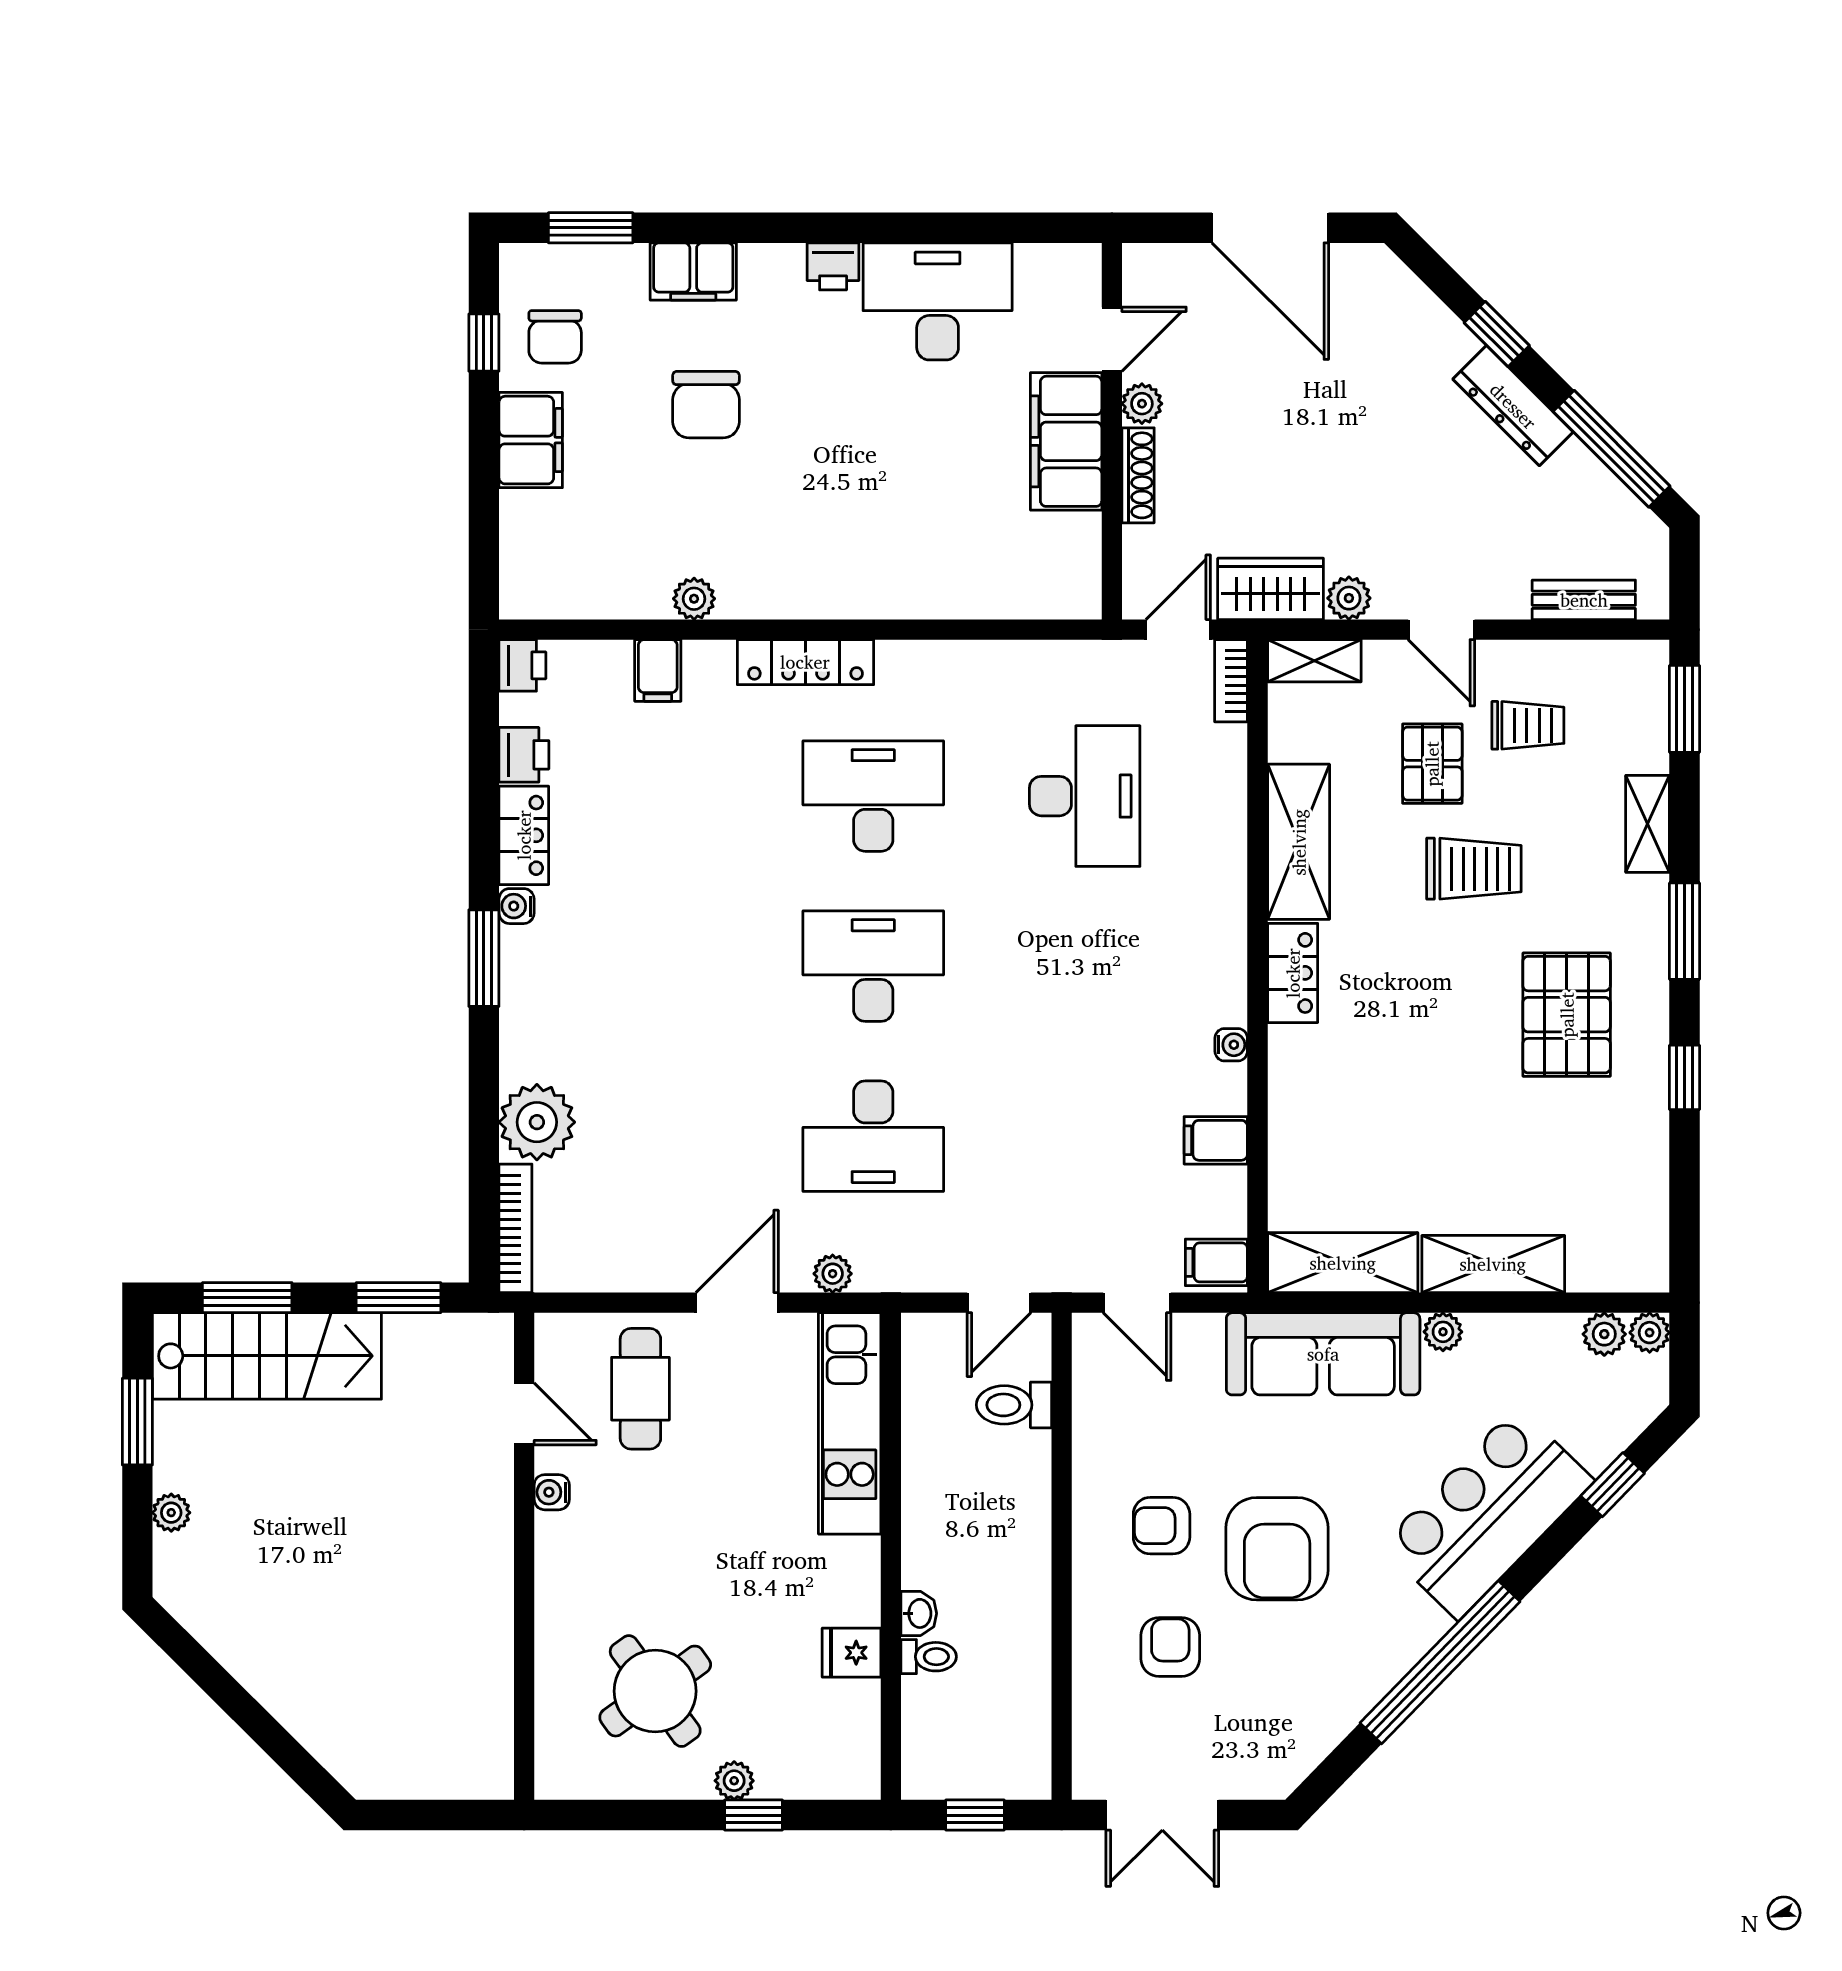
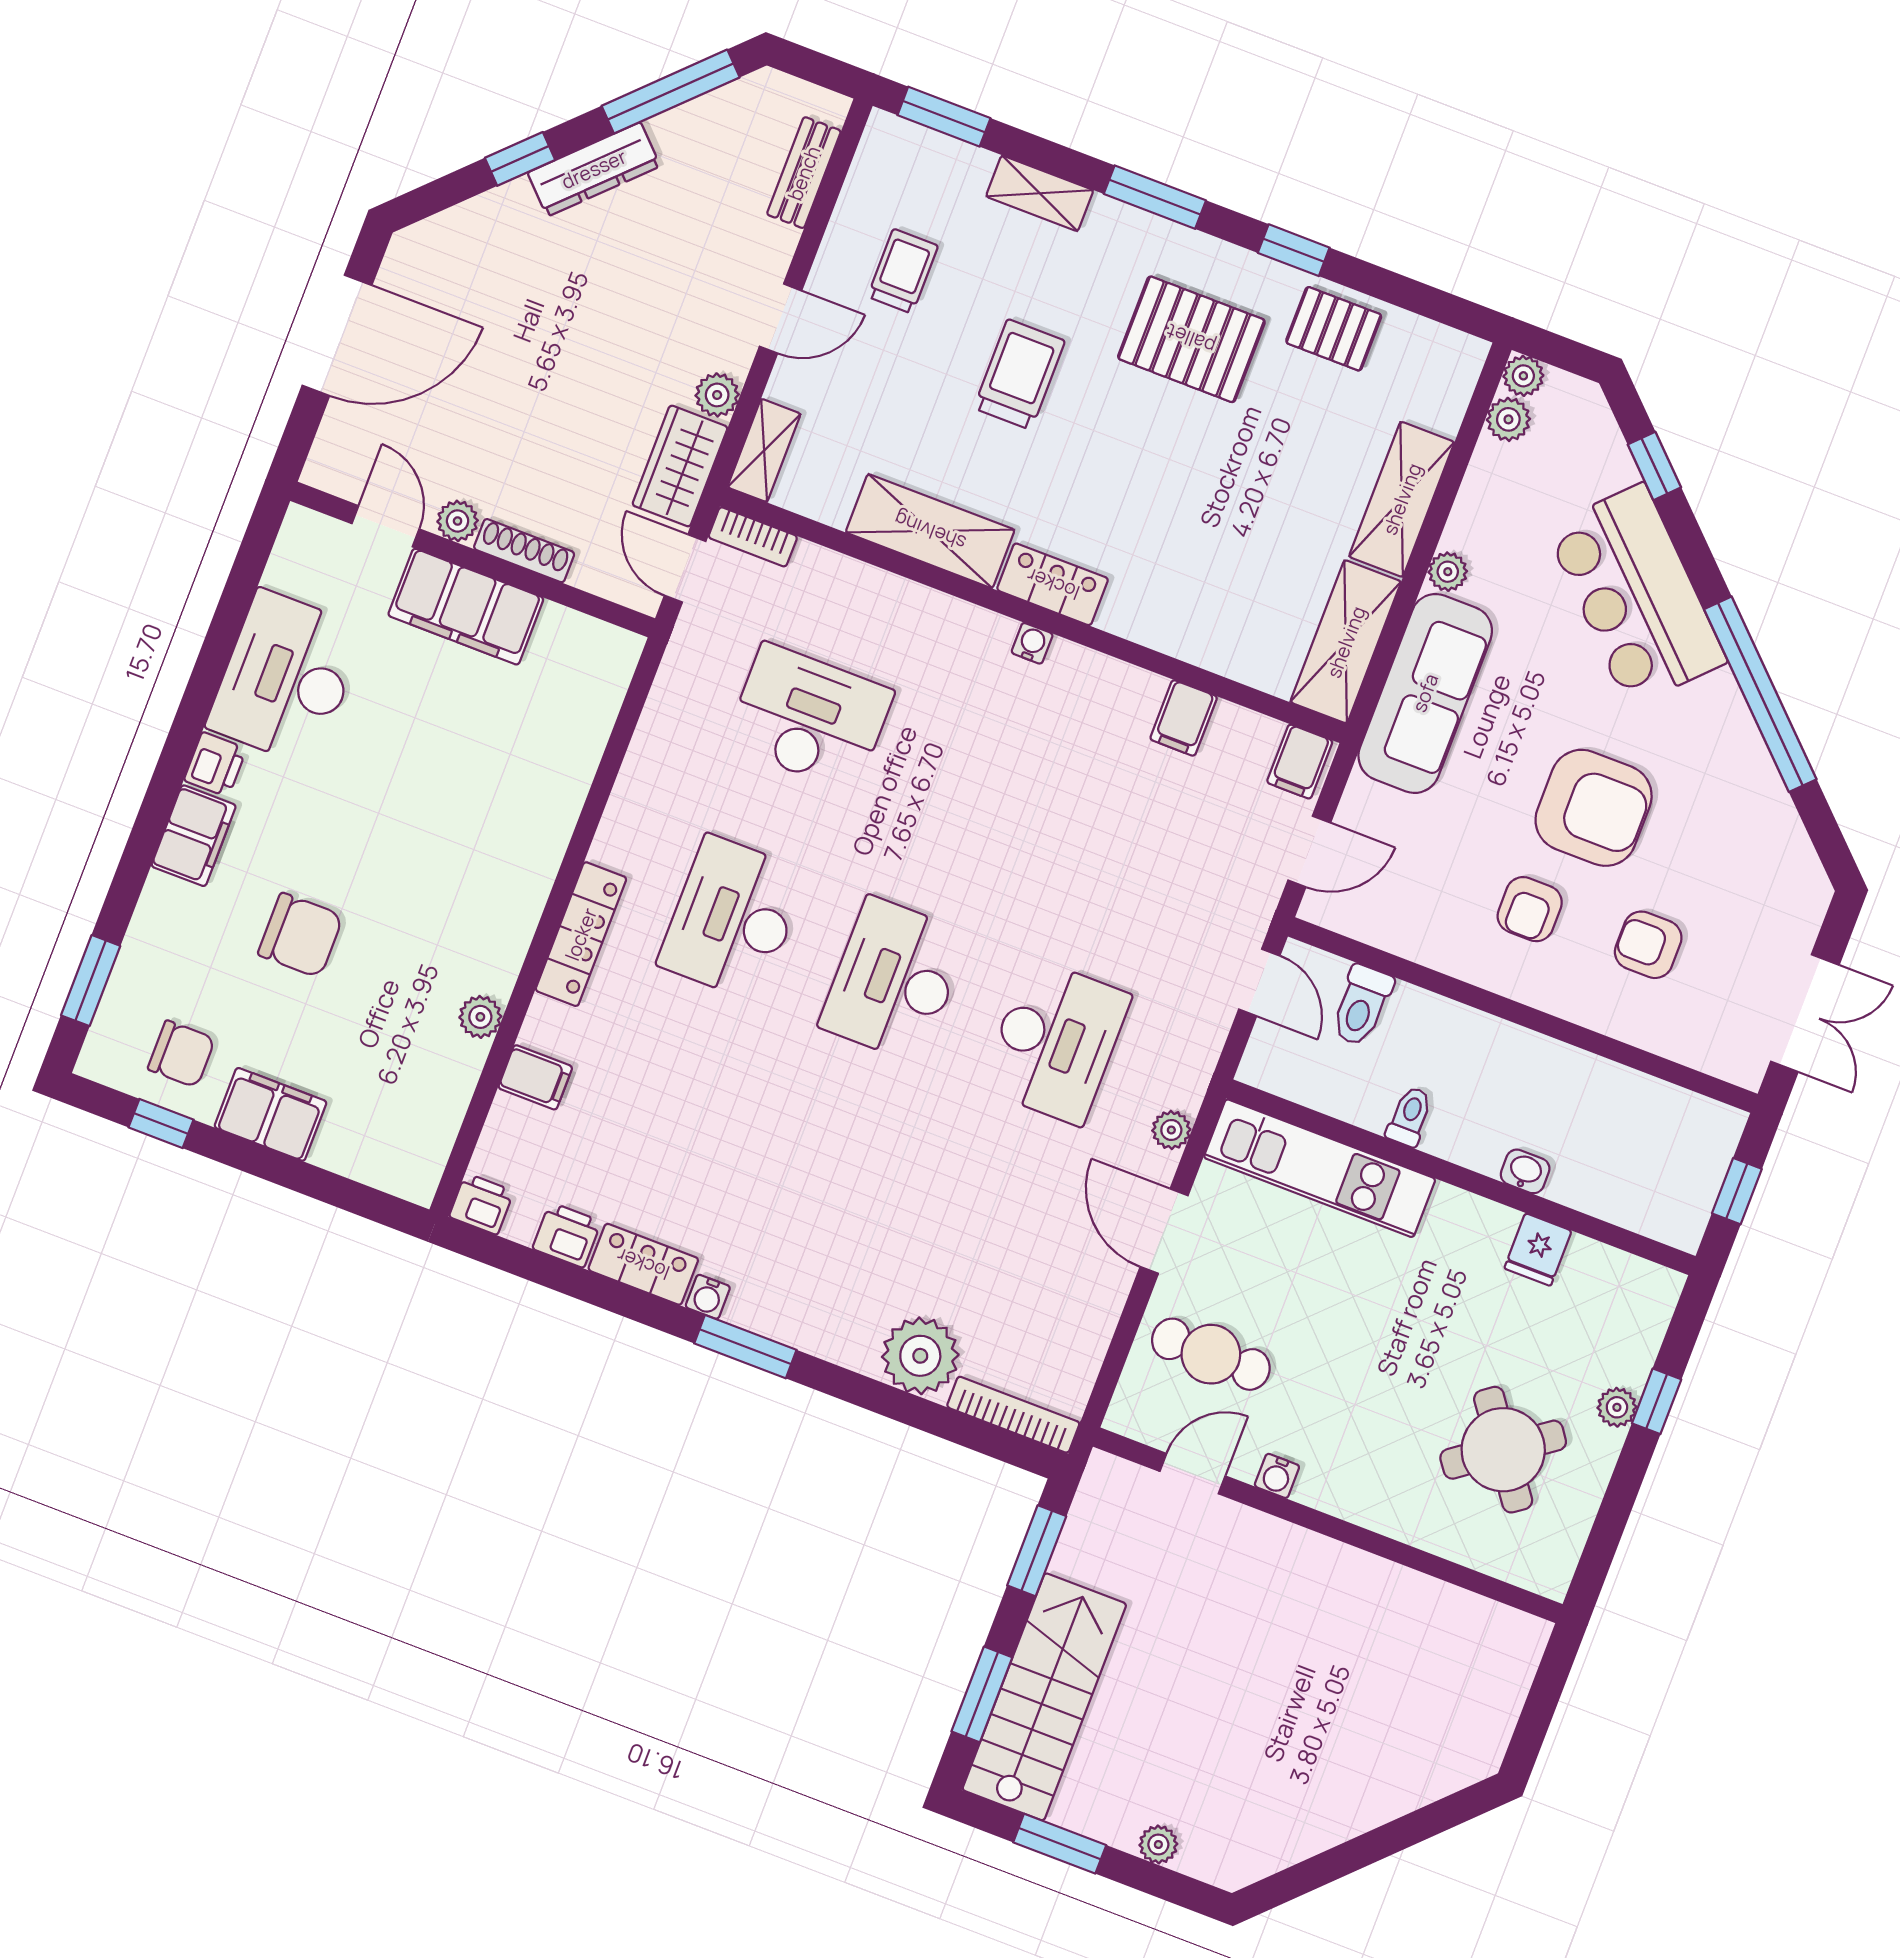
filing cabinet: (693, 272) -> (194, 836), moved
pallet: (1432, 764) -> (1334, 329), moved
water cooler: (1231, 1045) -> (1032, 643), moved
toilet: (929, 1657) -> (1410, 1117), moved

